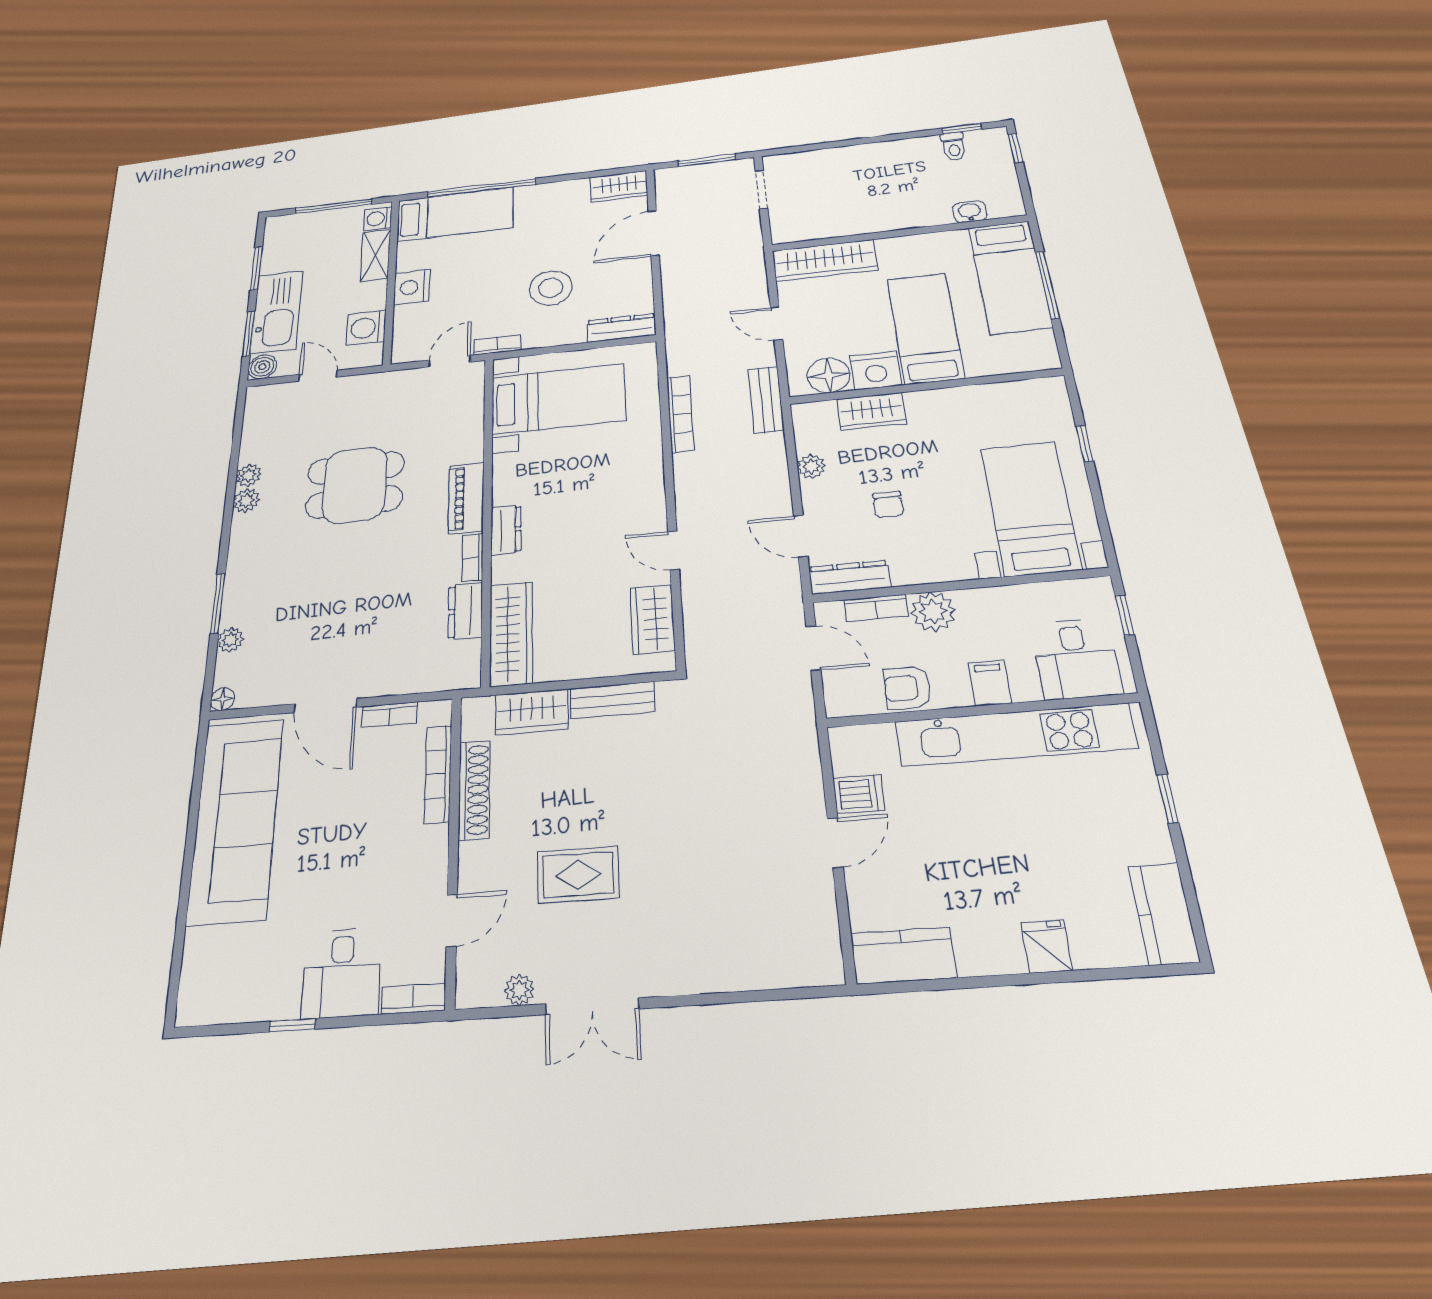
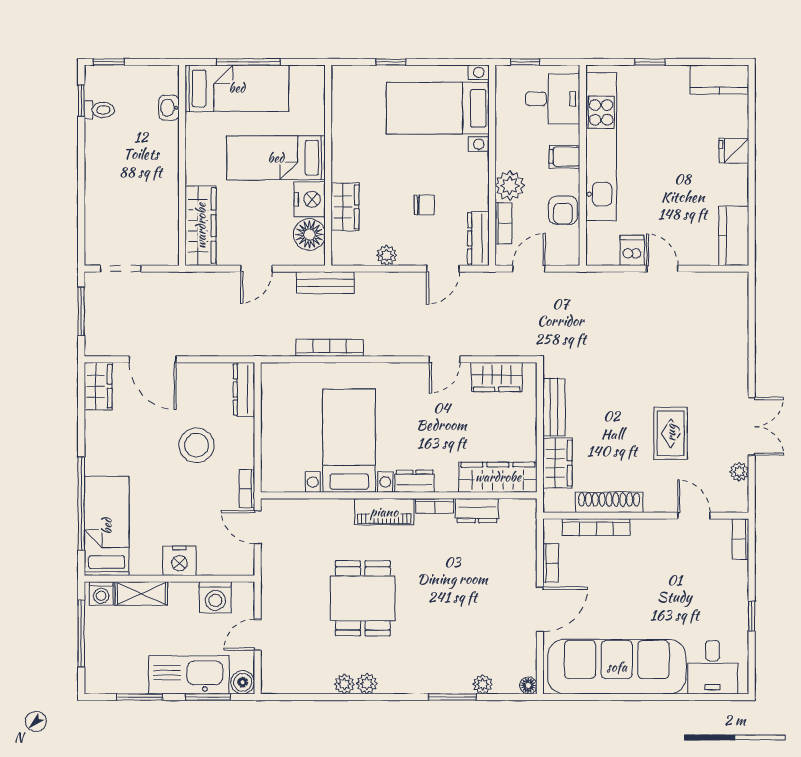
bed with nightstands: (558, 399) -> (349, 441), moved
desk: (342, 973) -> (713, 667), moved, turned 90

